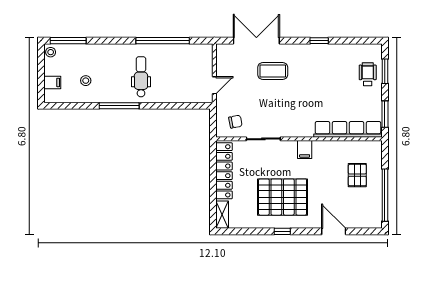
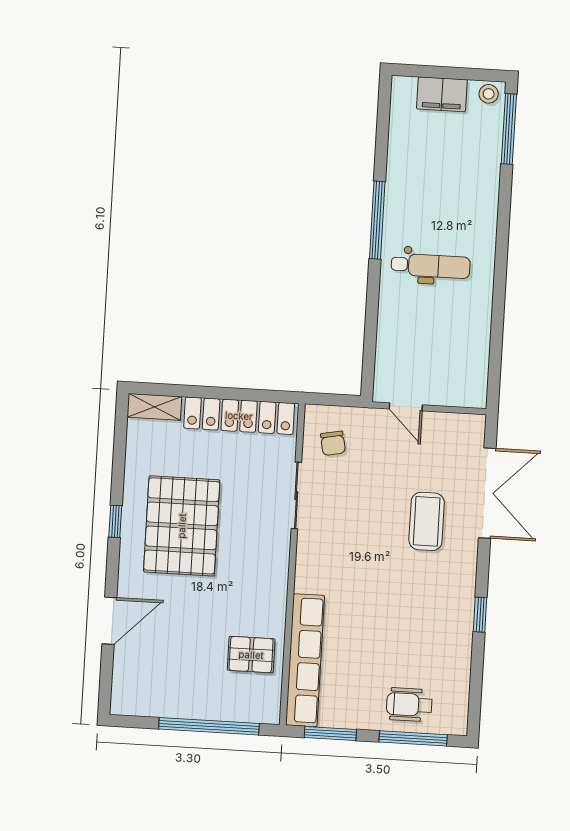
window: (163, 41) -> (498, 312), removed
window: (385, 71) -> (413, 738), width x1.44
wheelchair: (368, 74) -> (409, 705), turned 180
stool: (86, 81) -> (430, 159), removed
filing cabinet: (52, 82) -> (442, 94), width x2.00
filing cabinet: (305, 150) -> (271, 574), removed
pallet: (357, 175) -> (251, 655), moved
window: (385, 195) -> (209, 726), moved

